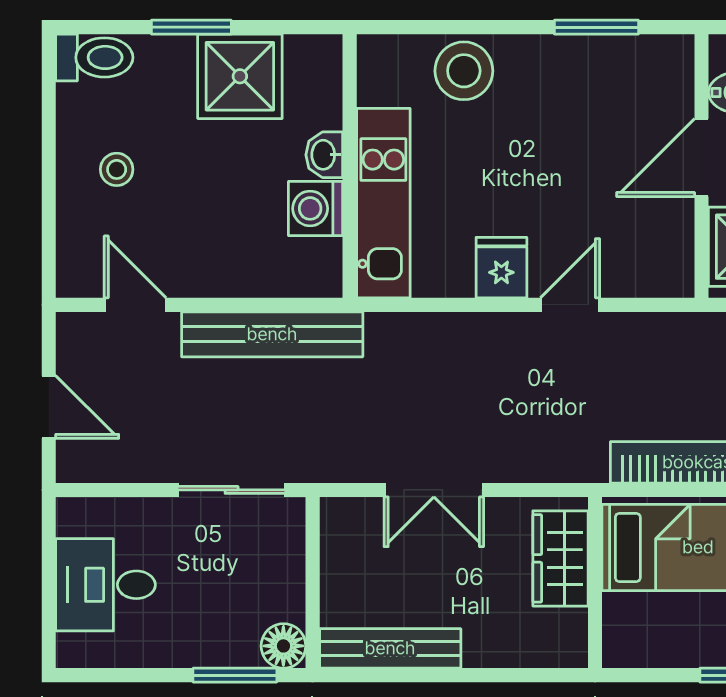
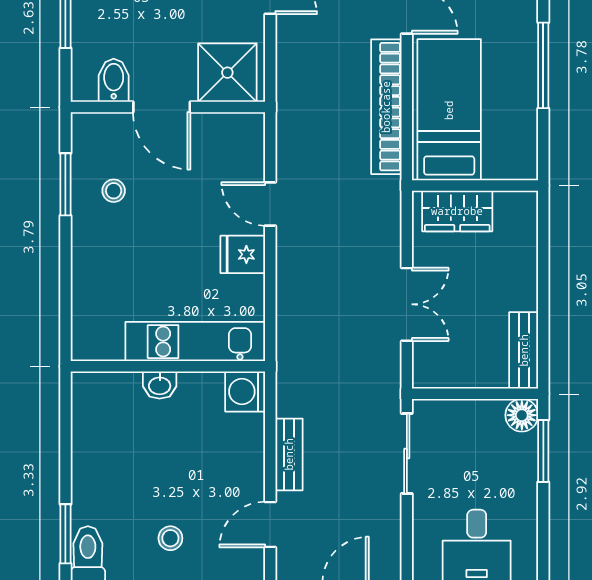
window: (191, 27) -> (65, 534), moved
stool: (464, 71) -> (114, 191), moved, width x0.53, depth x0.53
shower: (240, 76) -> (102, 447), removed
washing machine: (316, 208) -> (245, 392), moved, turned 90
bench: (272, 334) -> (289, 454), width x0.54, depth x0.82
bench: (390, 648) -> (524, 350), width x0.73

